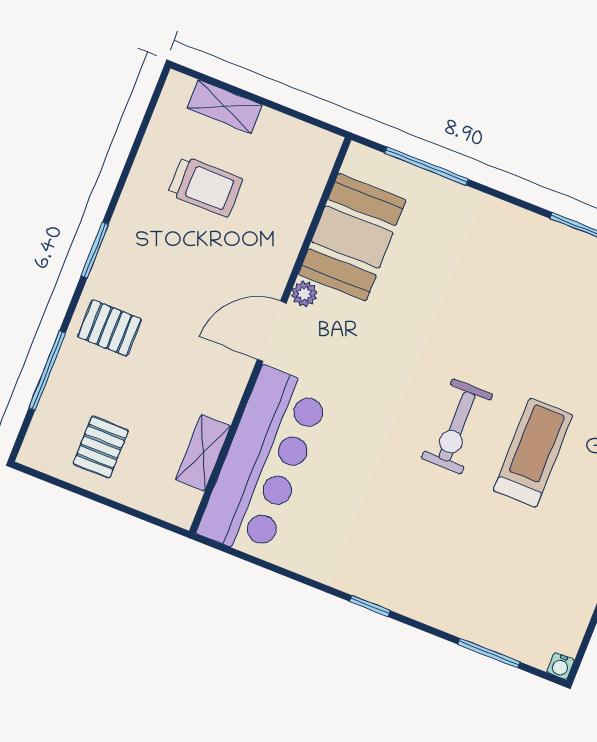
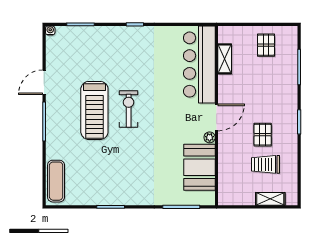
pallet: (109, 328) -> (263, 135), moved, turned 90
treadmill: (533, 453) -> (94, 110), width x1.37, depth x1.38

